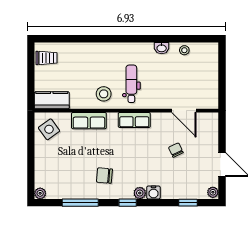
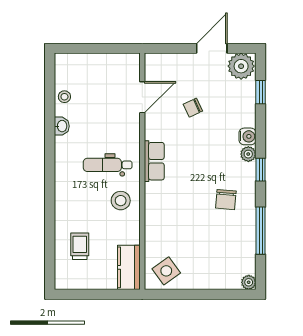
trolley: (46, 58) -> (80, 246), moved
row of seats: (89, 121) -> (155, 219), removed
plant: (213, 192) -> (241, 66), width x1.88, depth x1.88

